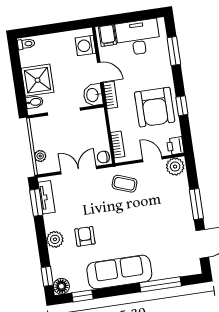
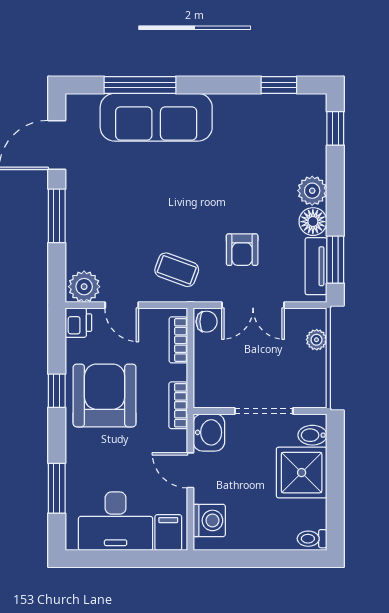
bookcase: (110, 95) -> (178, 405), moved
armchair: (85, 236) -> (242, 250), moved
sofa: (119, 272) -> (156, 117), moved
floor lamp: (61, 286) -> (313, 222), moved

